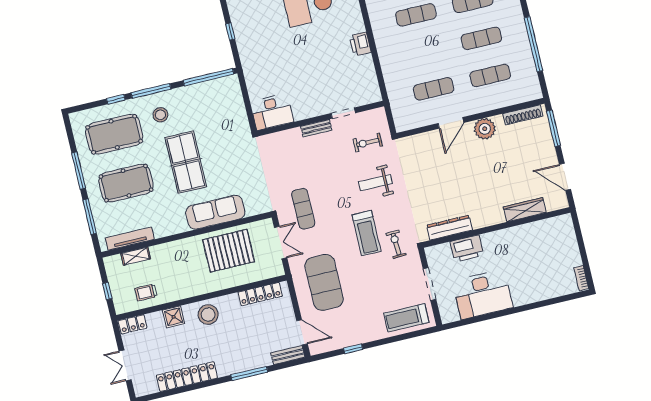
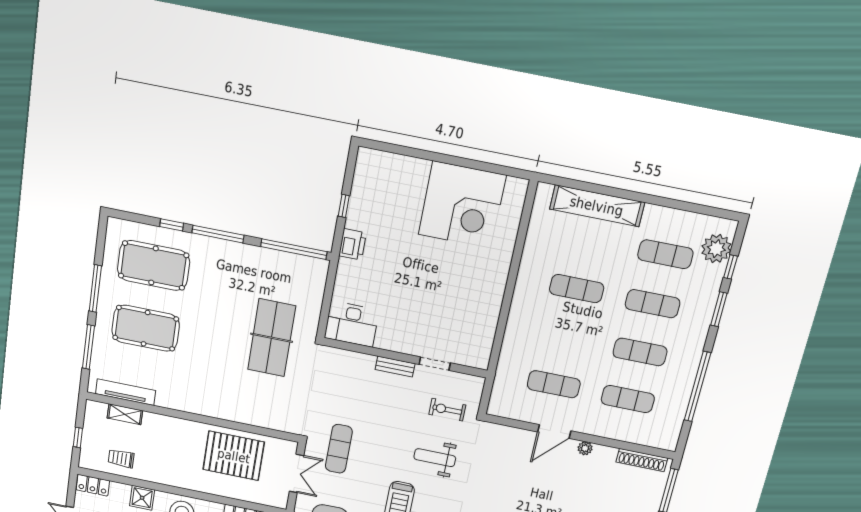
printer: (360, 44) -> (353, 244), moved, turned 180
stool: (160, 115) -> (218, 268), removed
plant: (485, 129) -> (585, 448), width x0.53, depth x0.53
table tennis table: (186, 162) -> (272, 338), moved
sofa: (215, 212) -> (236, 407), removed

